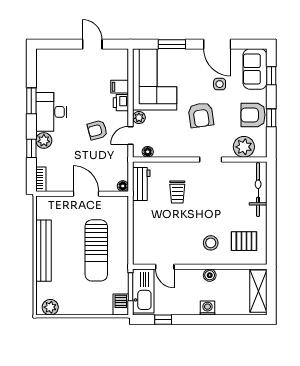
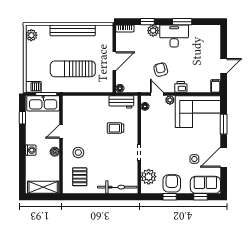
filing cabinet: (120, 87) -> (216, 86), moved
armchair: (201, 115) -> (172, 145), removed
door: (165, 267) -> (61, 131), moved

